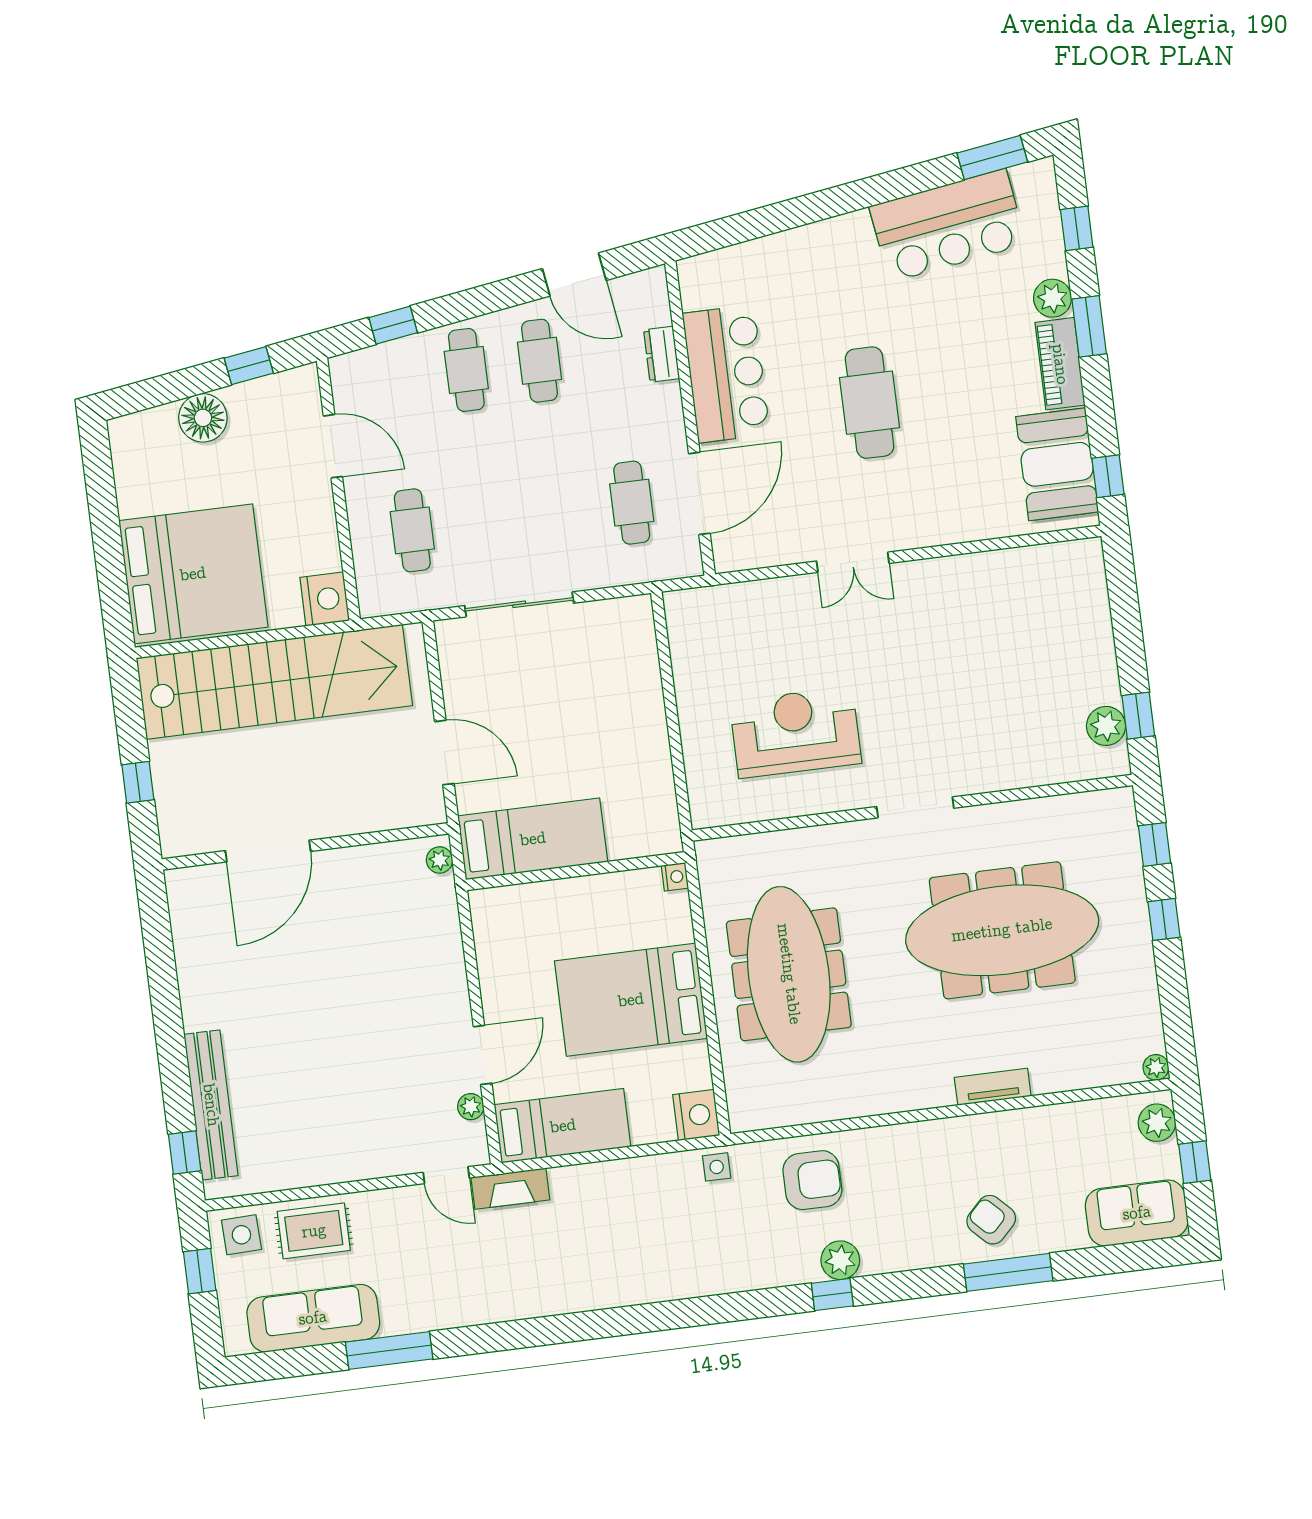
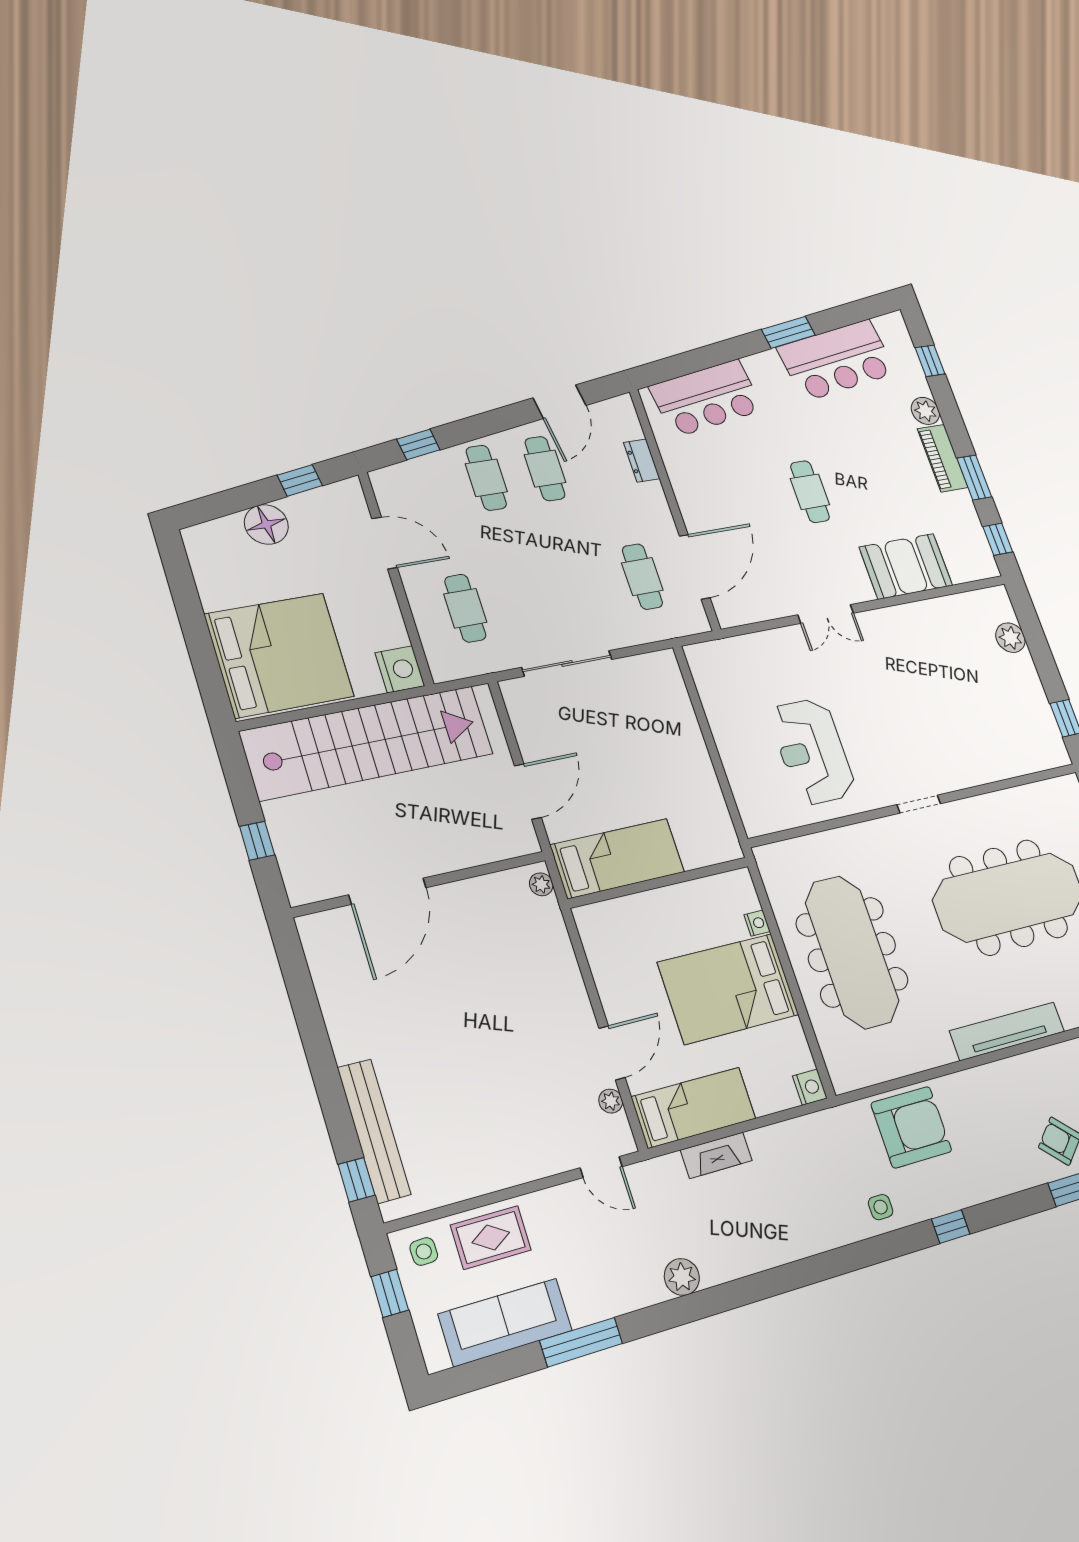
window: (992, 157) -> (788, 332), moved
door: (574, 274) -> (560, 402), hinge flipped
window: (1089, 326) -> (974, 478), moved
bar counter: (726, 374) -> (706, 398), moved, turned 82
cafe table: (870, 403) -> (810, 492), width x0.73, depth x0.74
booth: (1057, 464) -> (906, 566), moved, turned 90
plant: (1106, 726) -> (1010, 638), moved
reception desk: (795, 732) -> (812, 751), turned -90
door: (444, 753) -> (528, 792), hinge flipped
doorway: (915, 807) -> (919, 804), width x0.73
nightstand: (675, 877) -> (757, 923), moved
tv unit: (993, 1087) -> (1007, 1031), width x1.92, depth x1.29
nightstand: (696, 1115) -> (810, 1087), width x0.74, depth x0.75
side table: (717, 1167) -> (881, 1207), moved
armchair: (812, 1180) -> (911, 1127), width x1.36, depth x1.36
fireplace: (510, 1189) -> (716, 1155), moved
side table: (241, 1235) -> (424, 1252), width x0.73, depth x0.73
plant: (840, 1260) -> (682, 1277), moved

